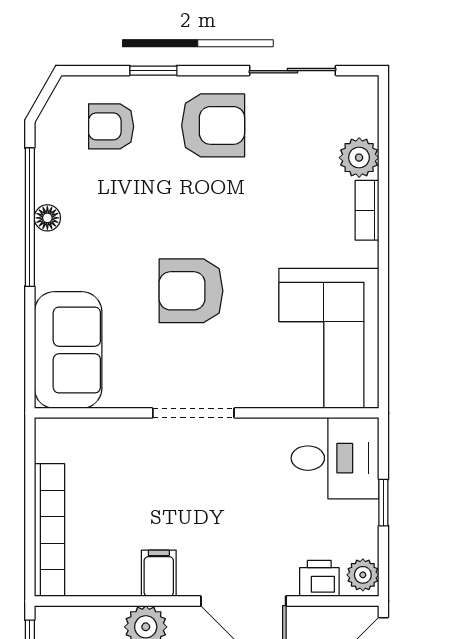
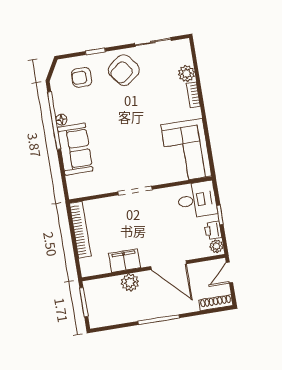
armchair: (213, 125) -> (124, 70), turned 143
armchair: (191, 291) -> (126, 140), removed
sofa: (68, 350) -> (75, 149), moved
bookcase: (49, 530) -> (80, 230), moved
filing cabinet: (159, 573) -> (124, 261), width x2.00
printer: (319, 578) -> (213, 230), moved, turned -90

